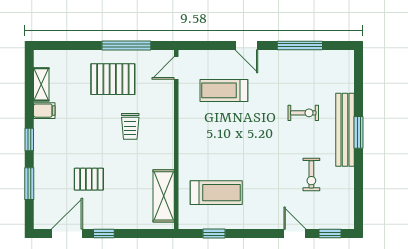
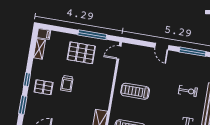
treadmill: (224, 90) -> (135, 91), moved
filing cabinet: (44, 111) -> (44, 34), moved
trolley: (130, 126) -> (67, 84), moved
pallet: (89, 179) -> (44, 87), moved

